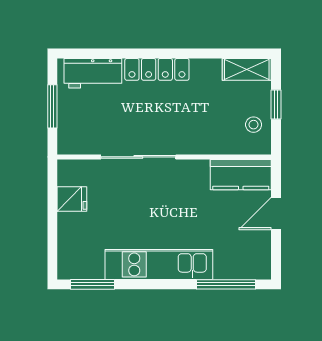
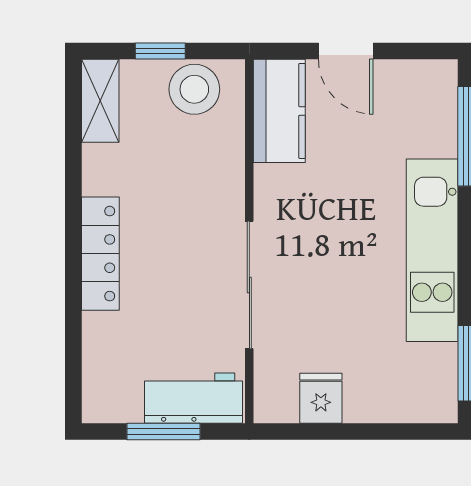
workbench: (93, 73) -> (193, 398), moved, turned -90
stool: (254, 125) -> (194, 89), width x1.89, depth x1.89

